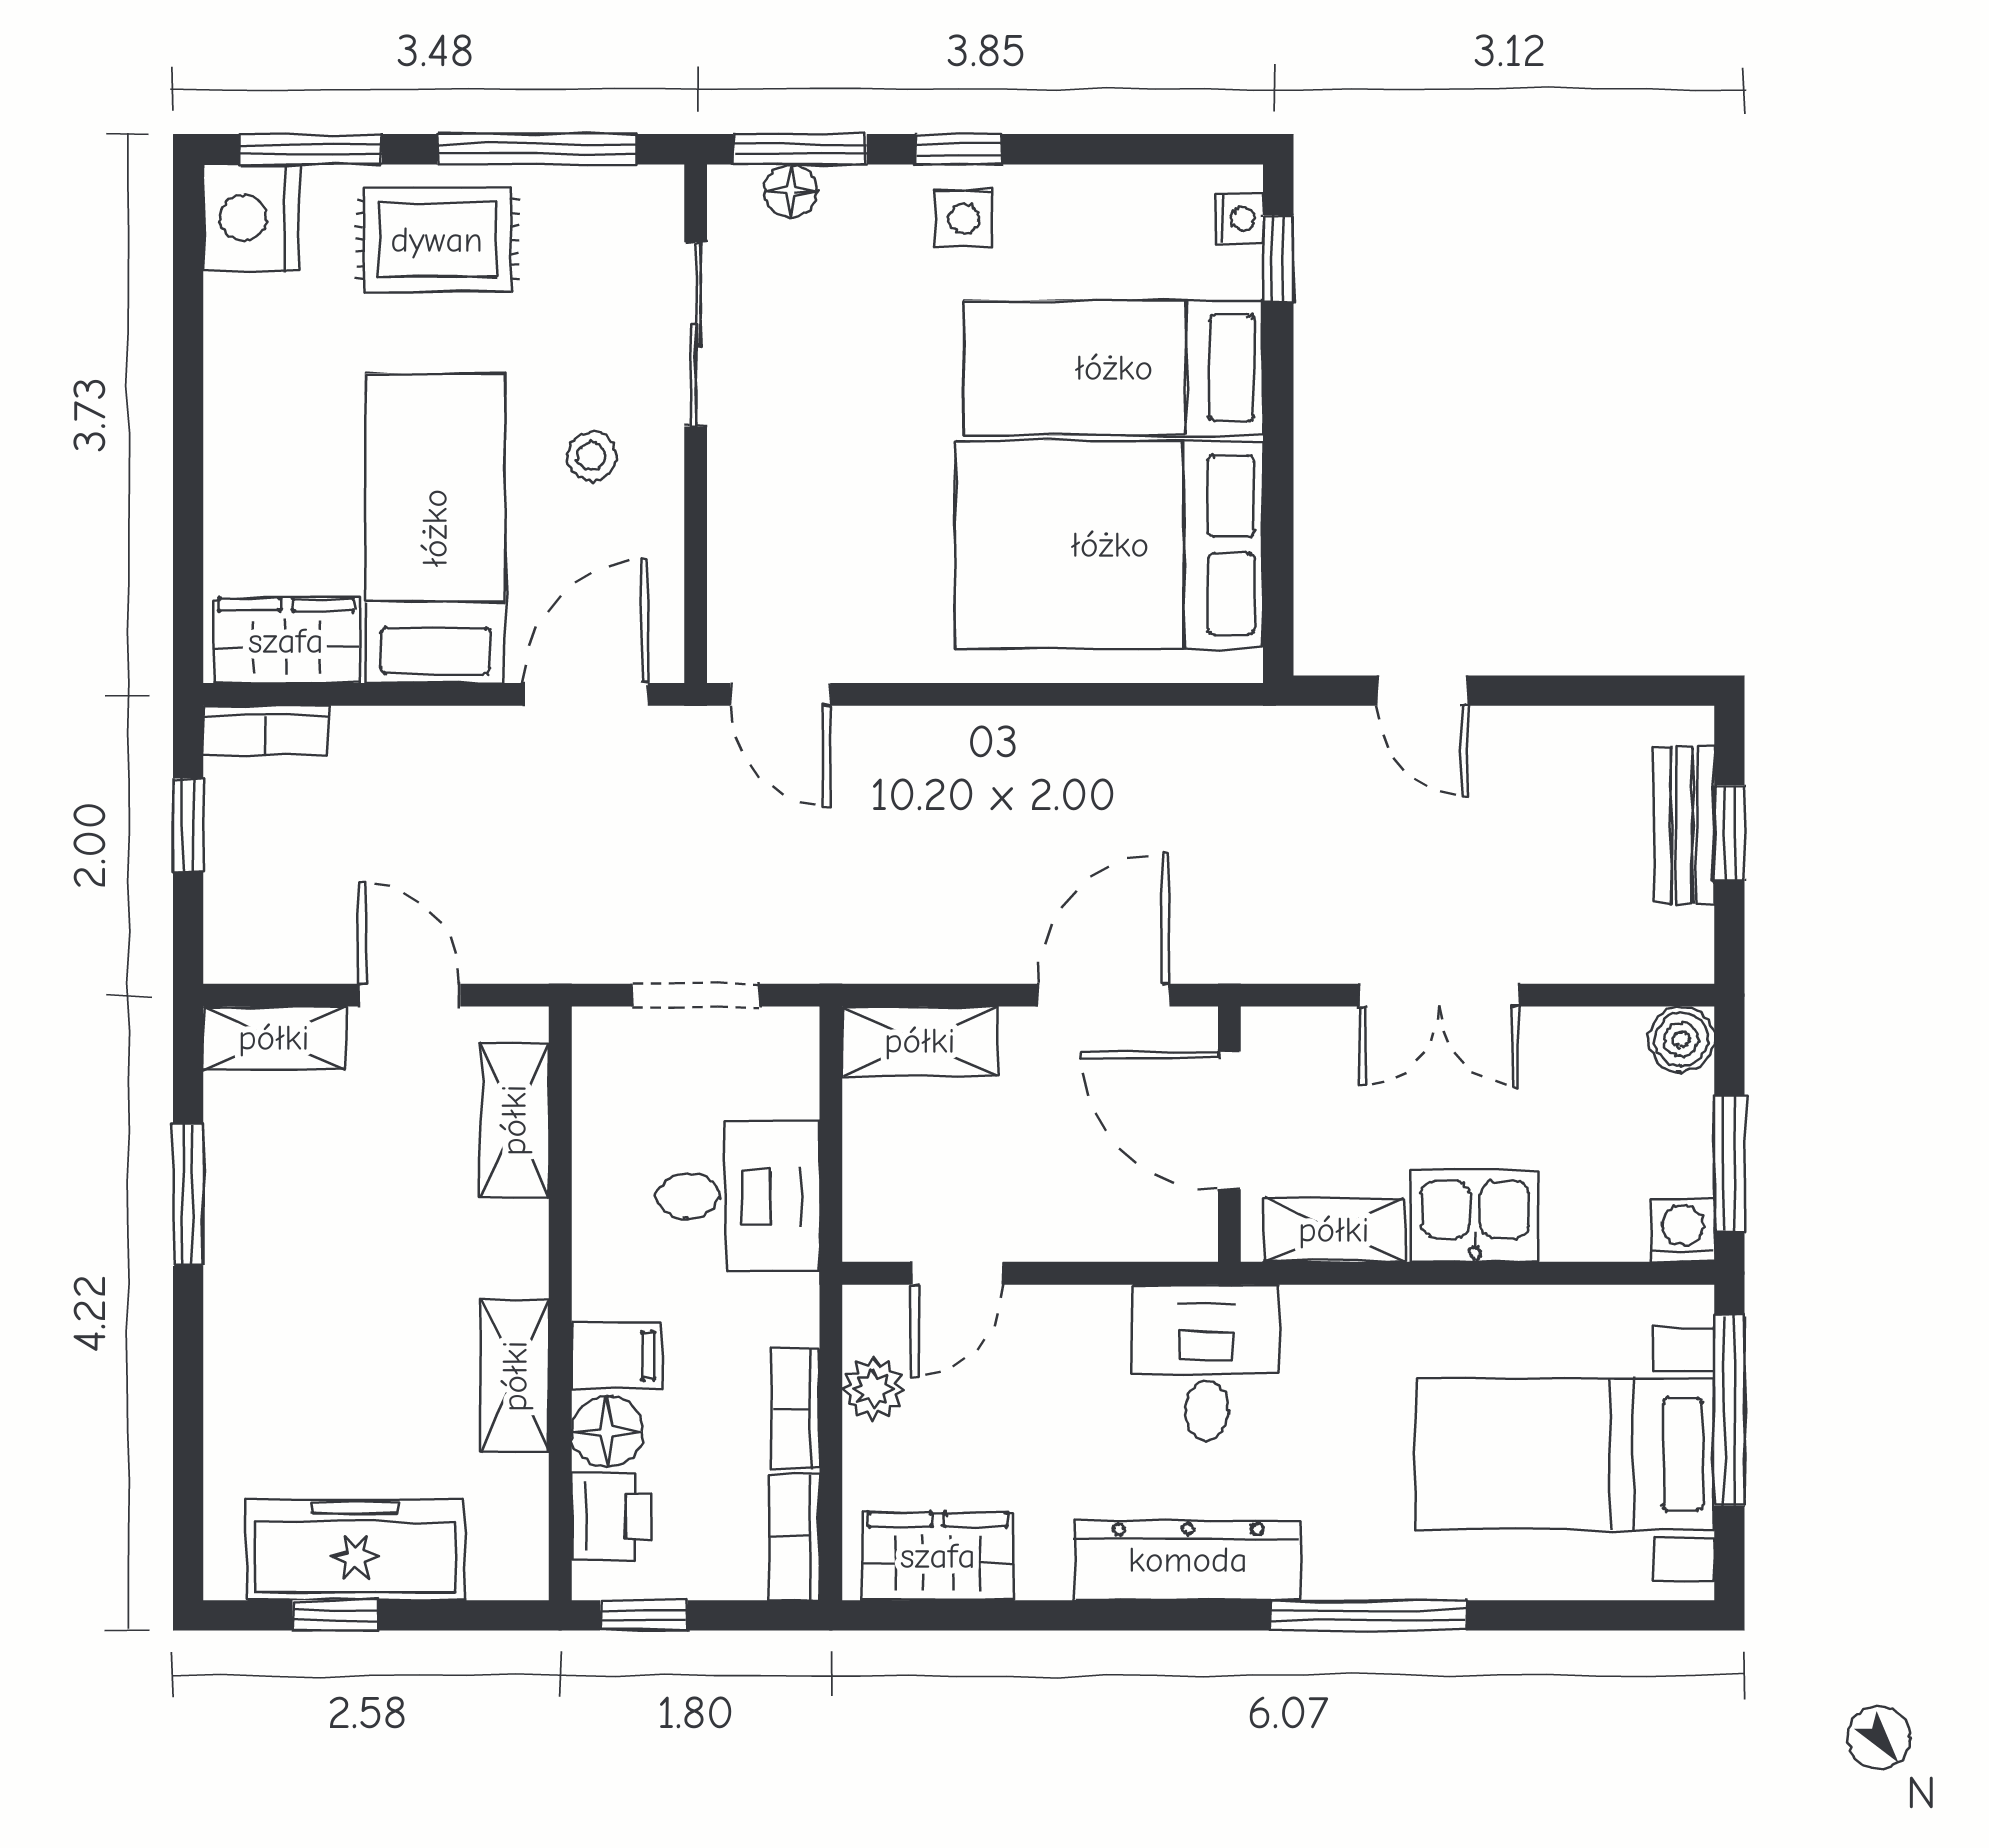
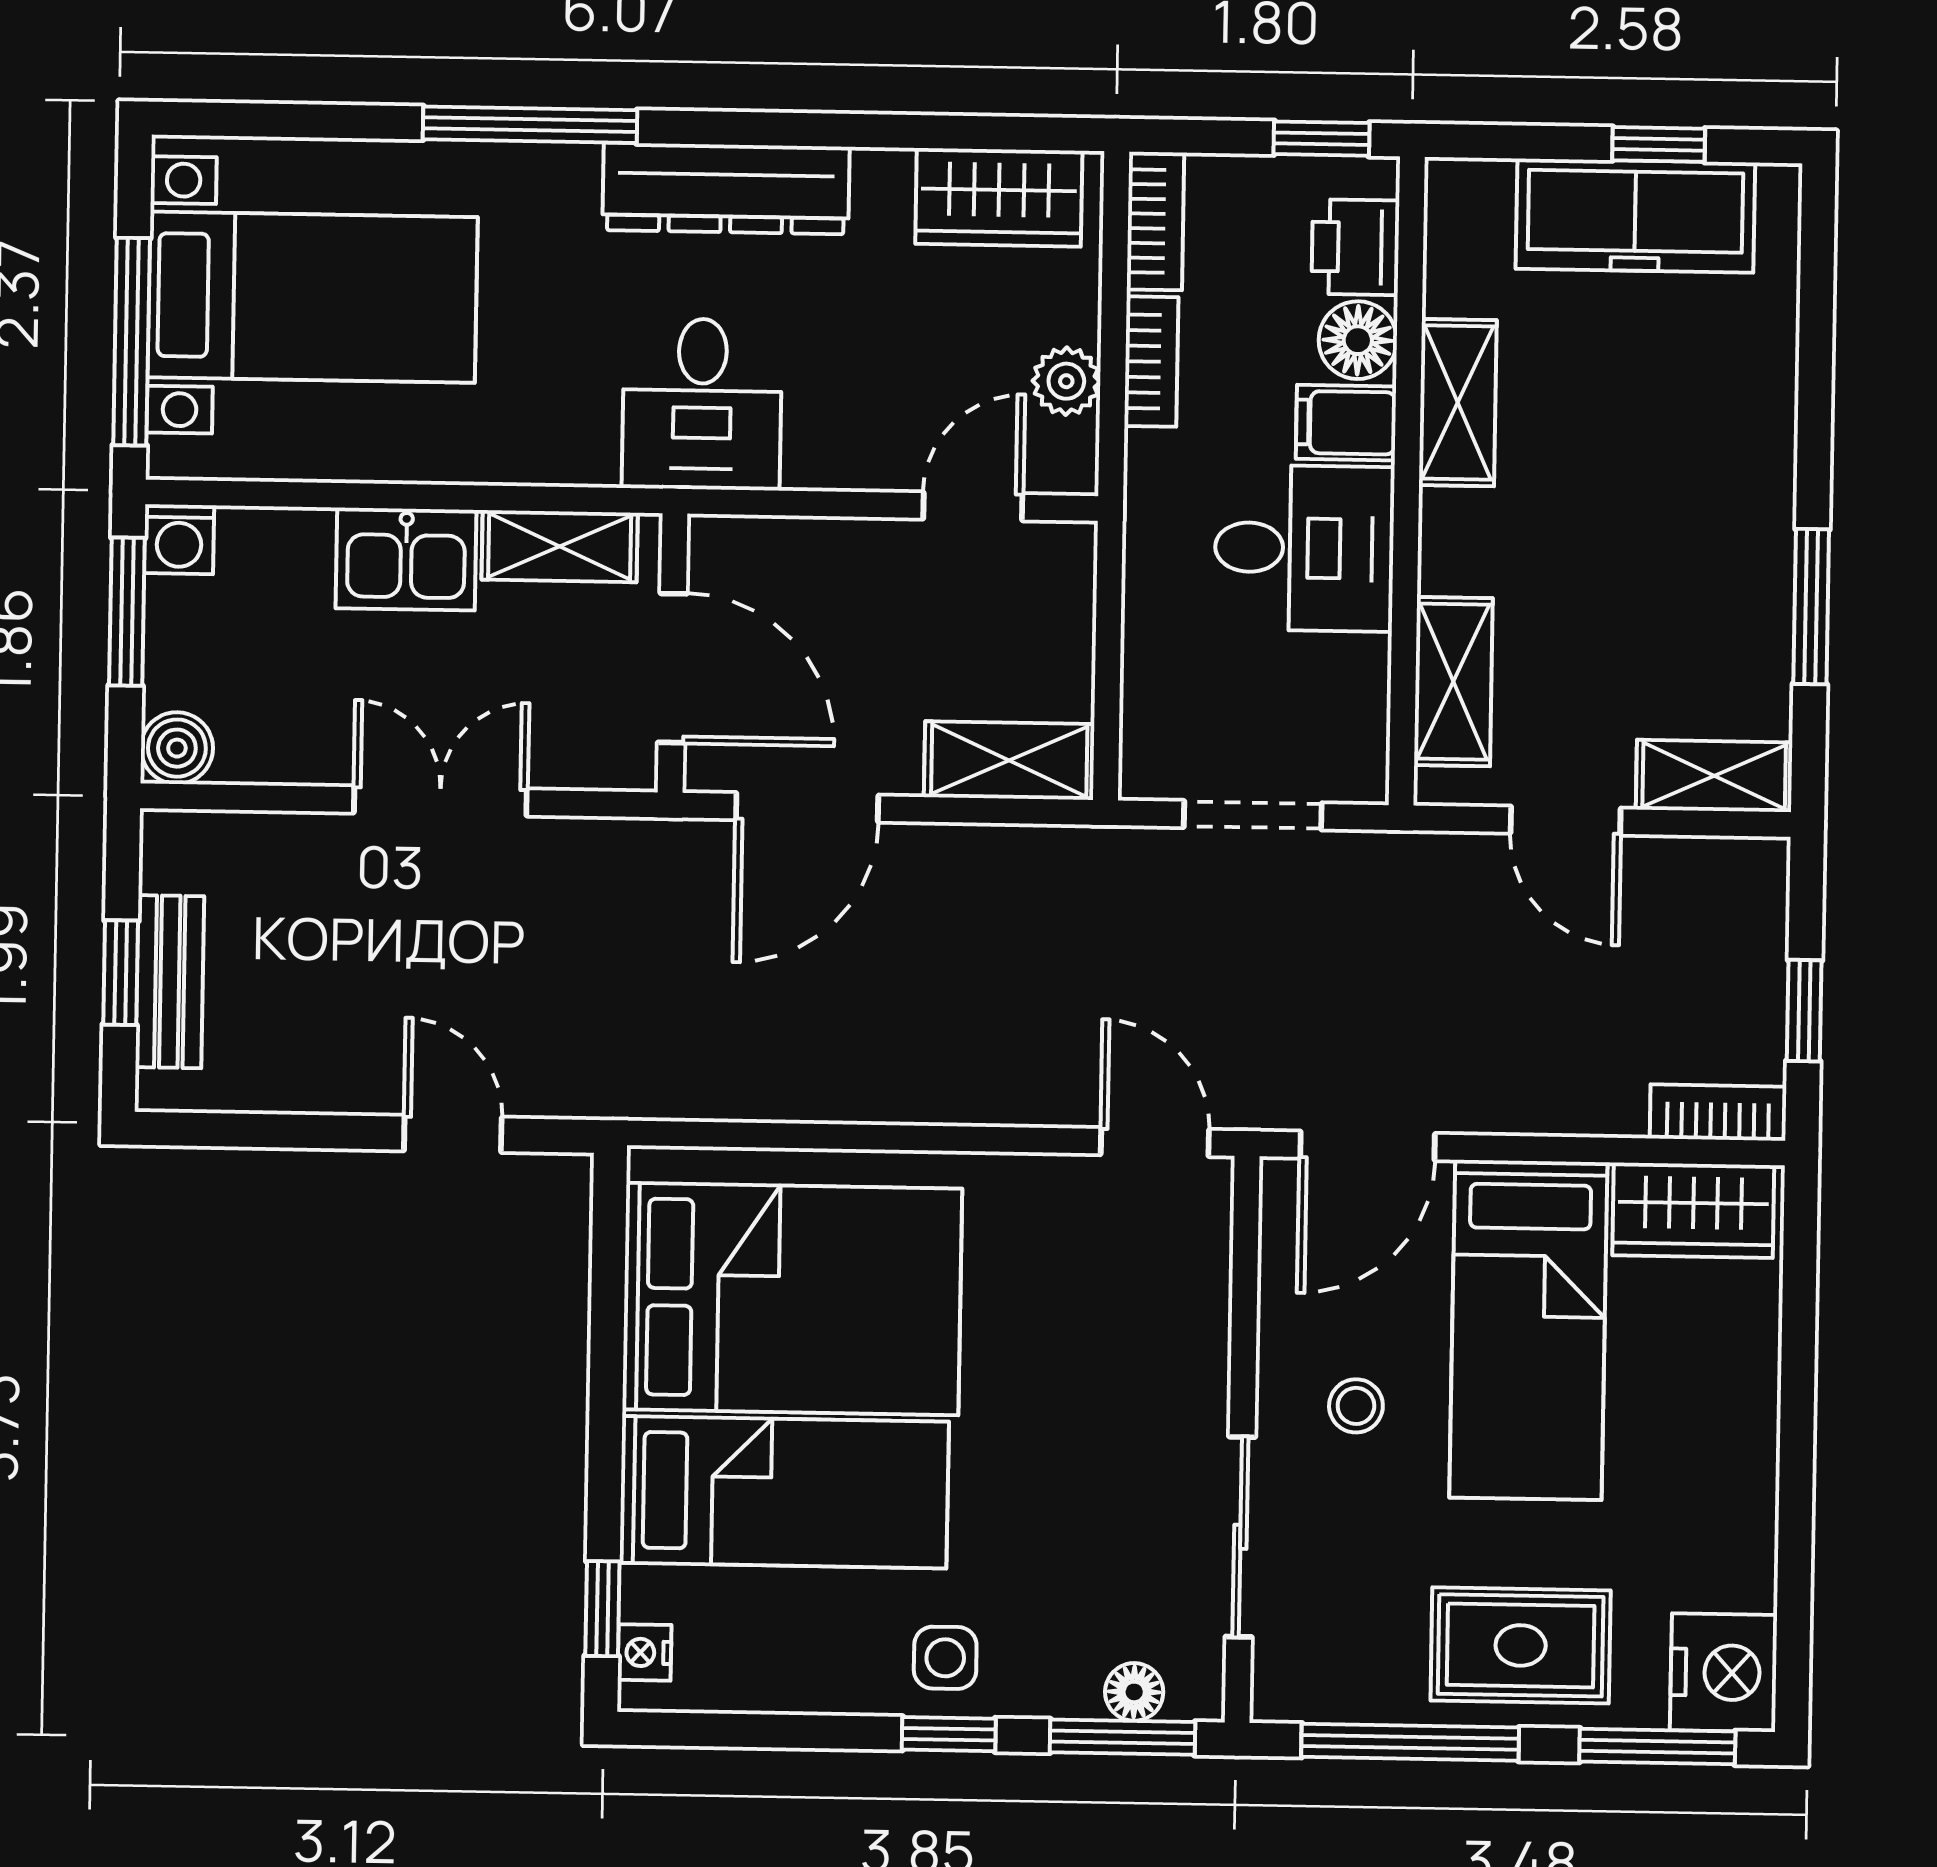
desk: (738, 1196) -> (1304, 548), moved, turned 180

